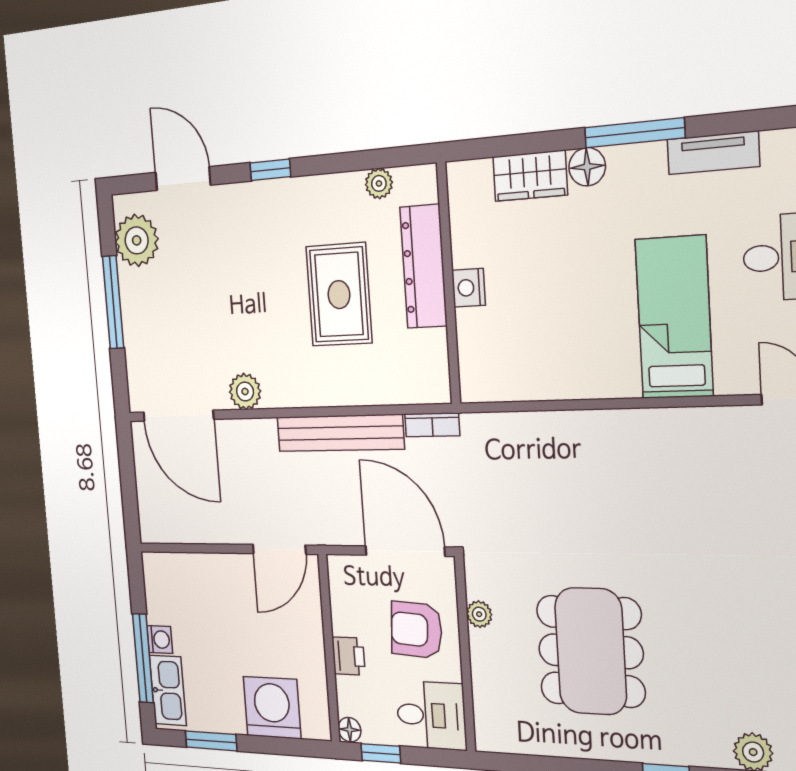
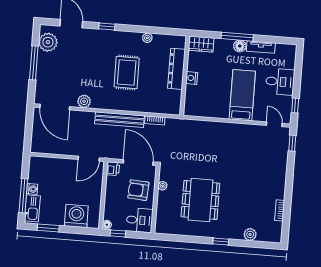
floor lamp: (587, 167) -> (240, 46), moved
dresser: (424, 267) -> (177, 69), moved
wall: (449, 284) -> (185, 76), moved
nightstand: (468, 288) -> (192, 78), moved
printer: (348, 656) -> (113, 169), moved

